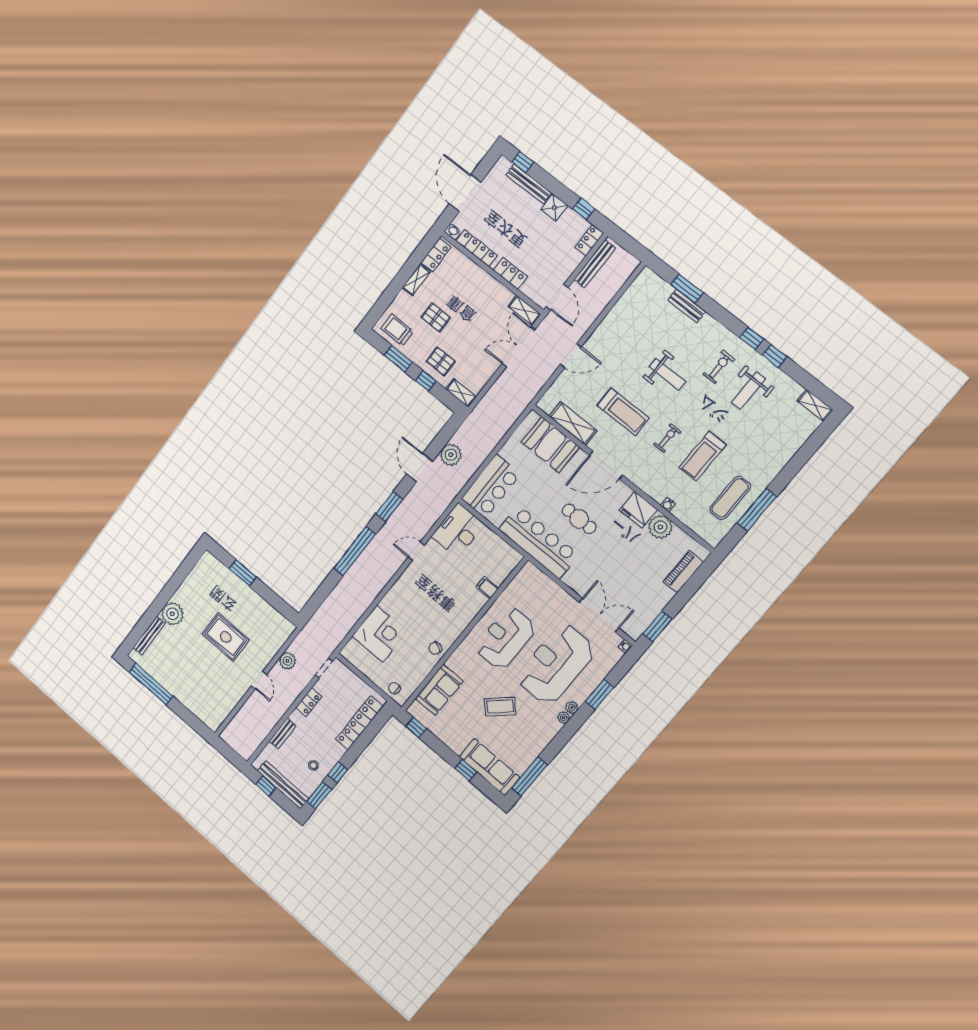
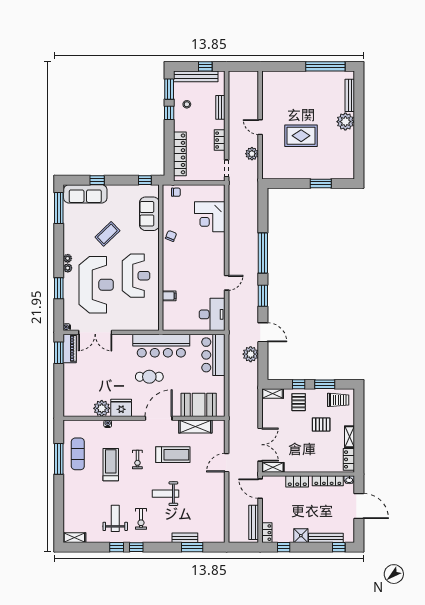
pallet: (441, 361) -> (299, 402), turned 90
treadmill: (623, 412) -> (173, 455), turned 180
piano: (683, 572) -> (70, 348), moved

